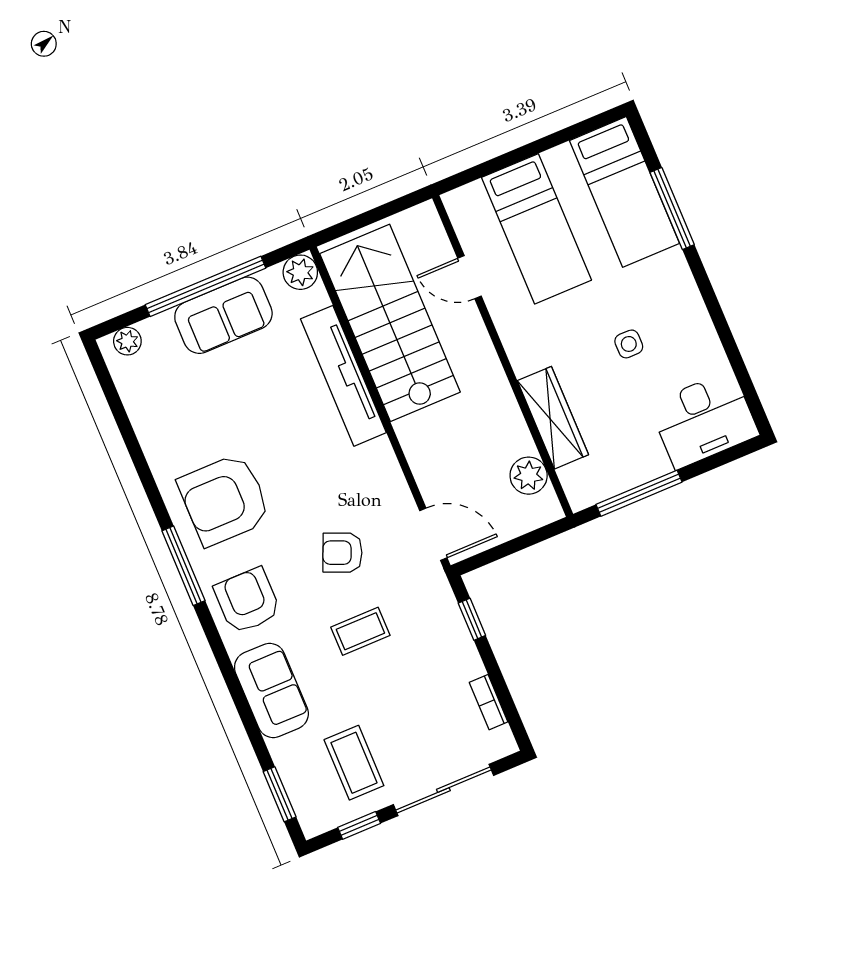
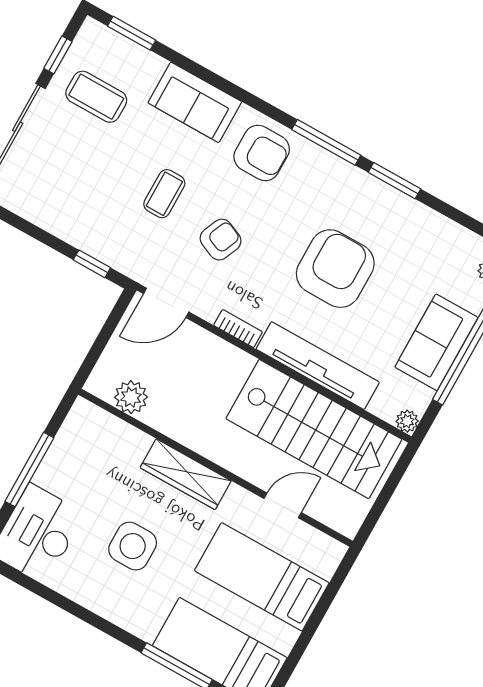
plant: (300, 272) -> (407, 421), width x0.73, depth x0.73
side table: (629, 344) -> (133, 546), width x1.87, depth x1.87
wardrobe: (553, 418) -> (186, 474), moved
window: (150, 486) -> (394, 181), added
window: (639, 493) -> (29, 470), moved
armchair: (224, 500) -> (335, 269), moved
bookcase: (489, 702) -> (238, 329), moved

